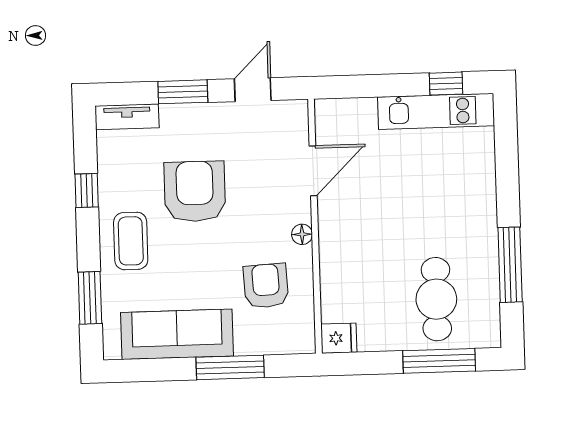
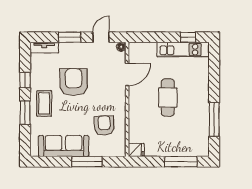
floor lamp: (302, 234) -> (121, 47), moved
window: (90, 298) -> (25, 113), moved
cafe table: (436, 299) -> (168, 98), moved

